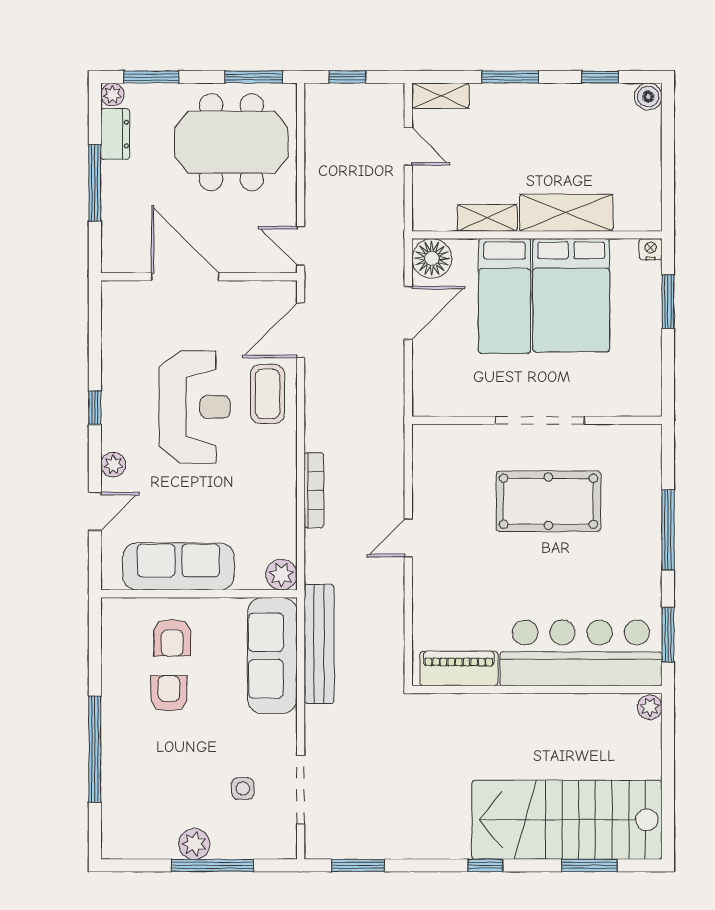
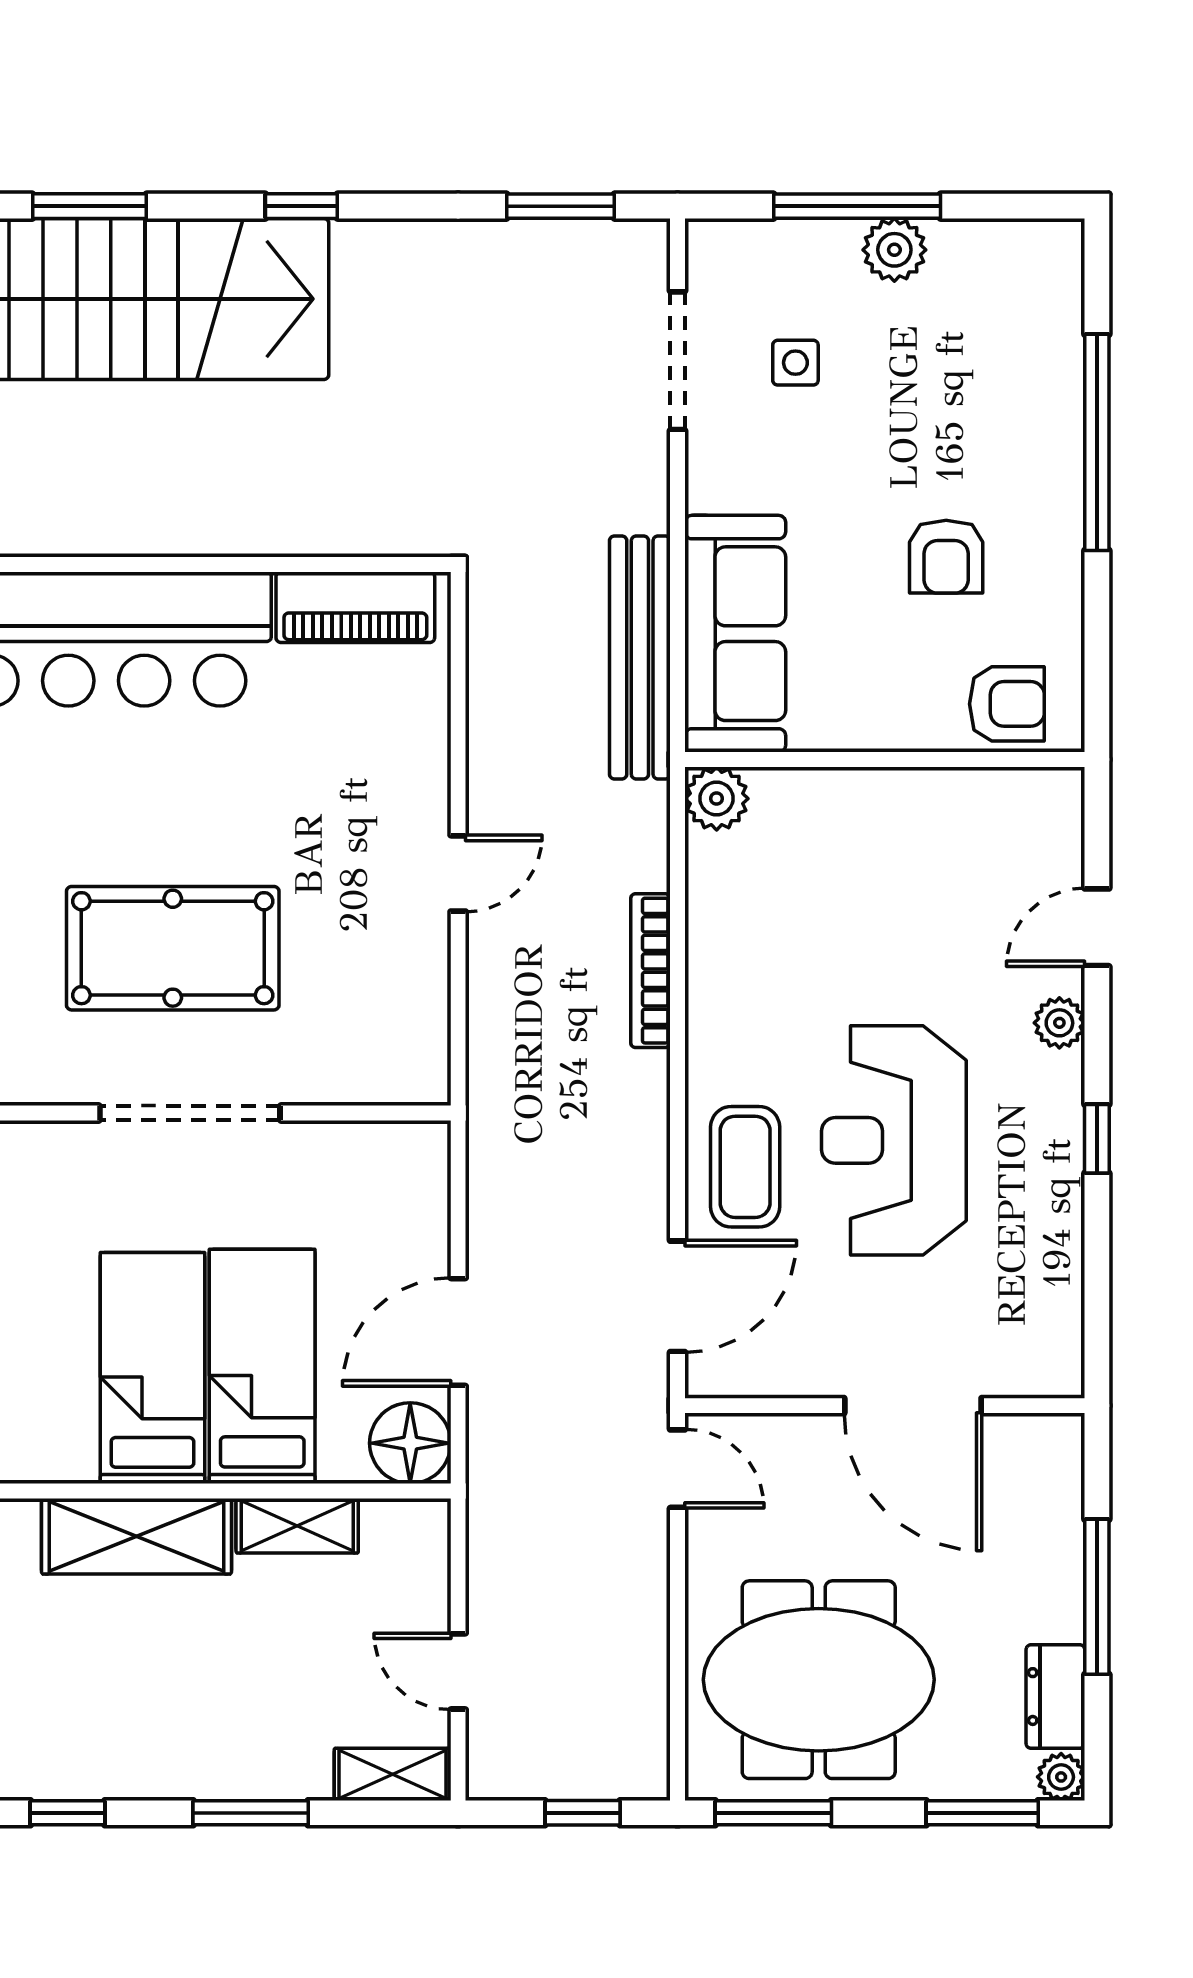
bed: (571, 295) -> (152, 1368), width x0.67
sofa: (178, 567) -> (927, 815), removed
armchair: (172, 638) -> (1007, 704), moved, turned 90

